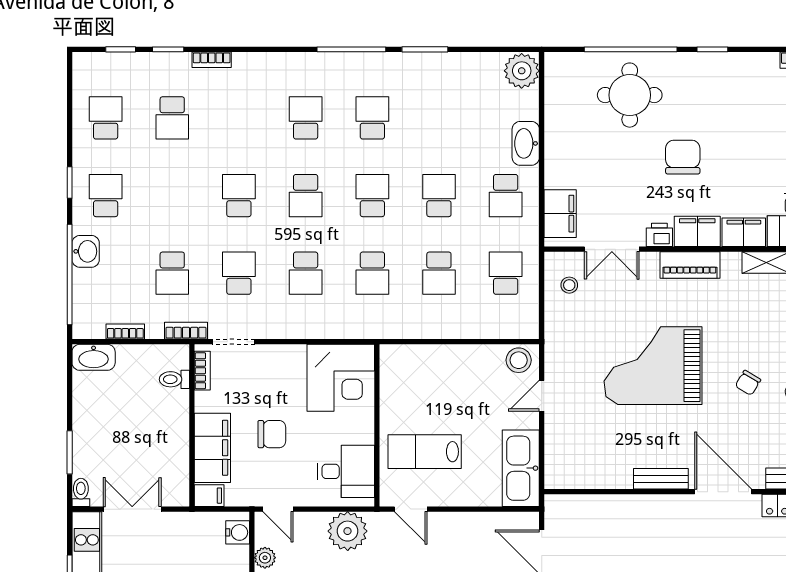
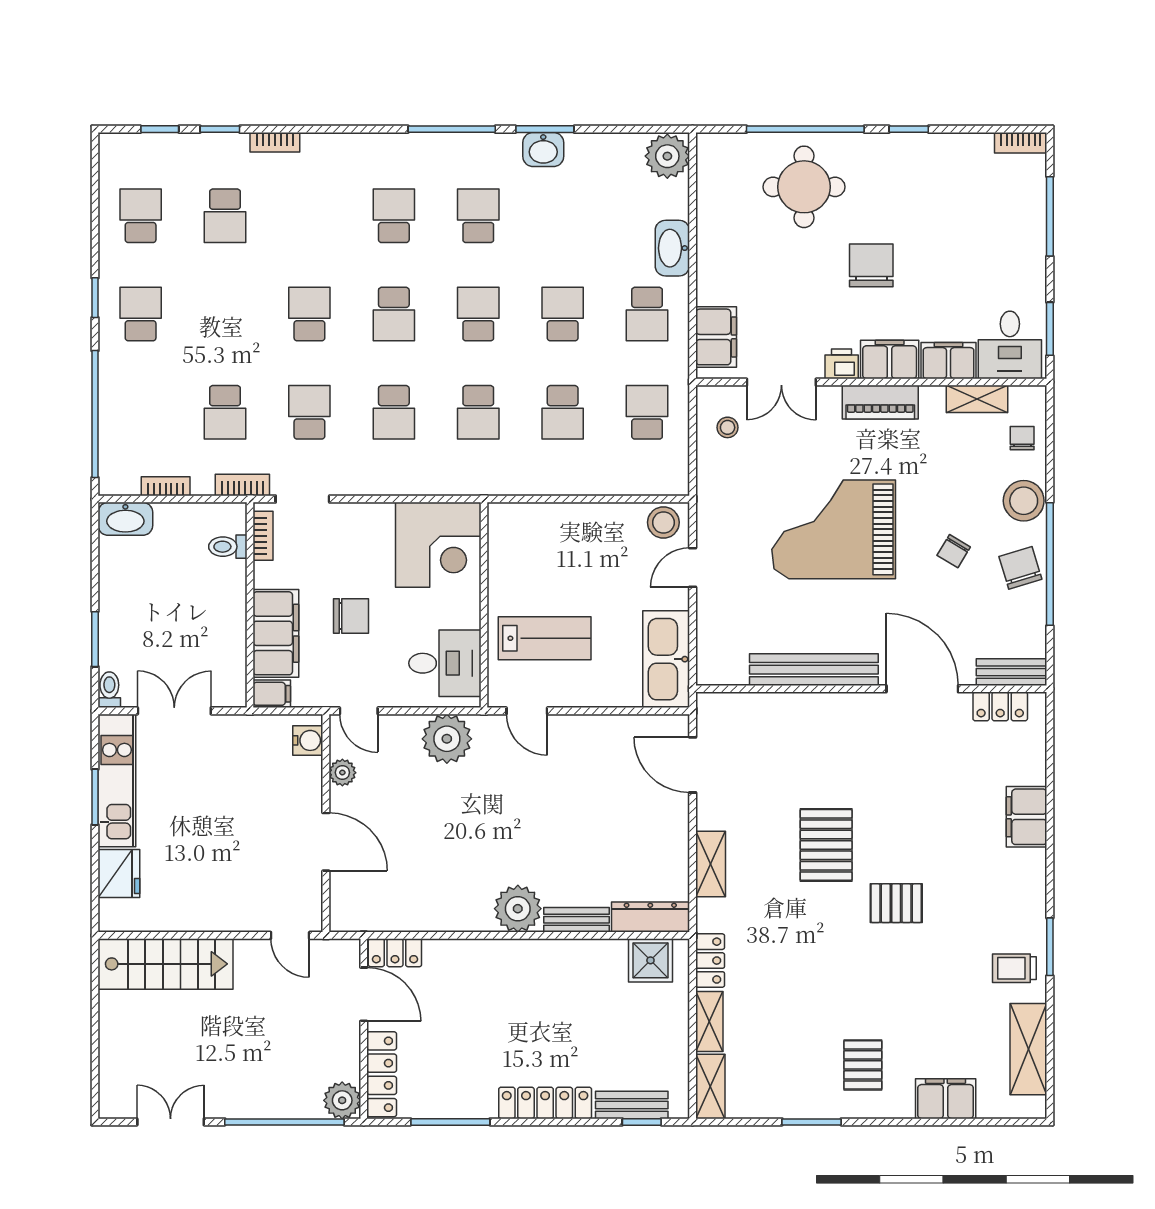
washbasin: (86, 251) -> (543, 149), moved, turned 90
lab bench: (425, 452) -> (545, 638), turned 180
bench: (661, 479) -> (814, 670), width x1.86, depth x1.21

